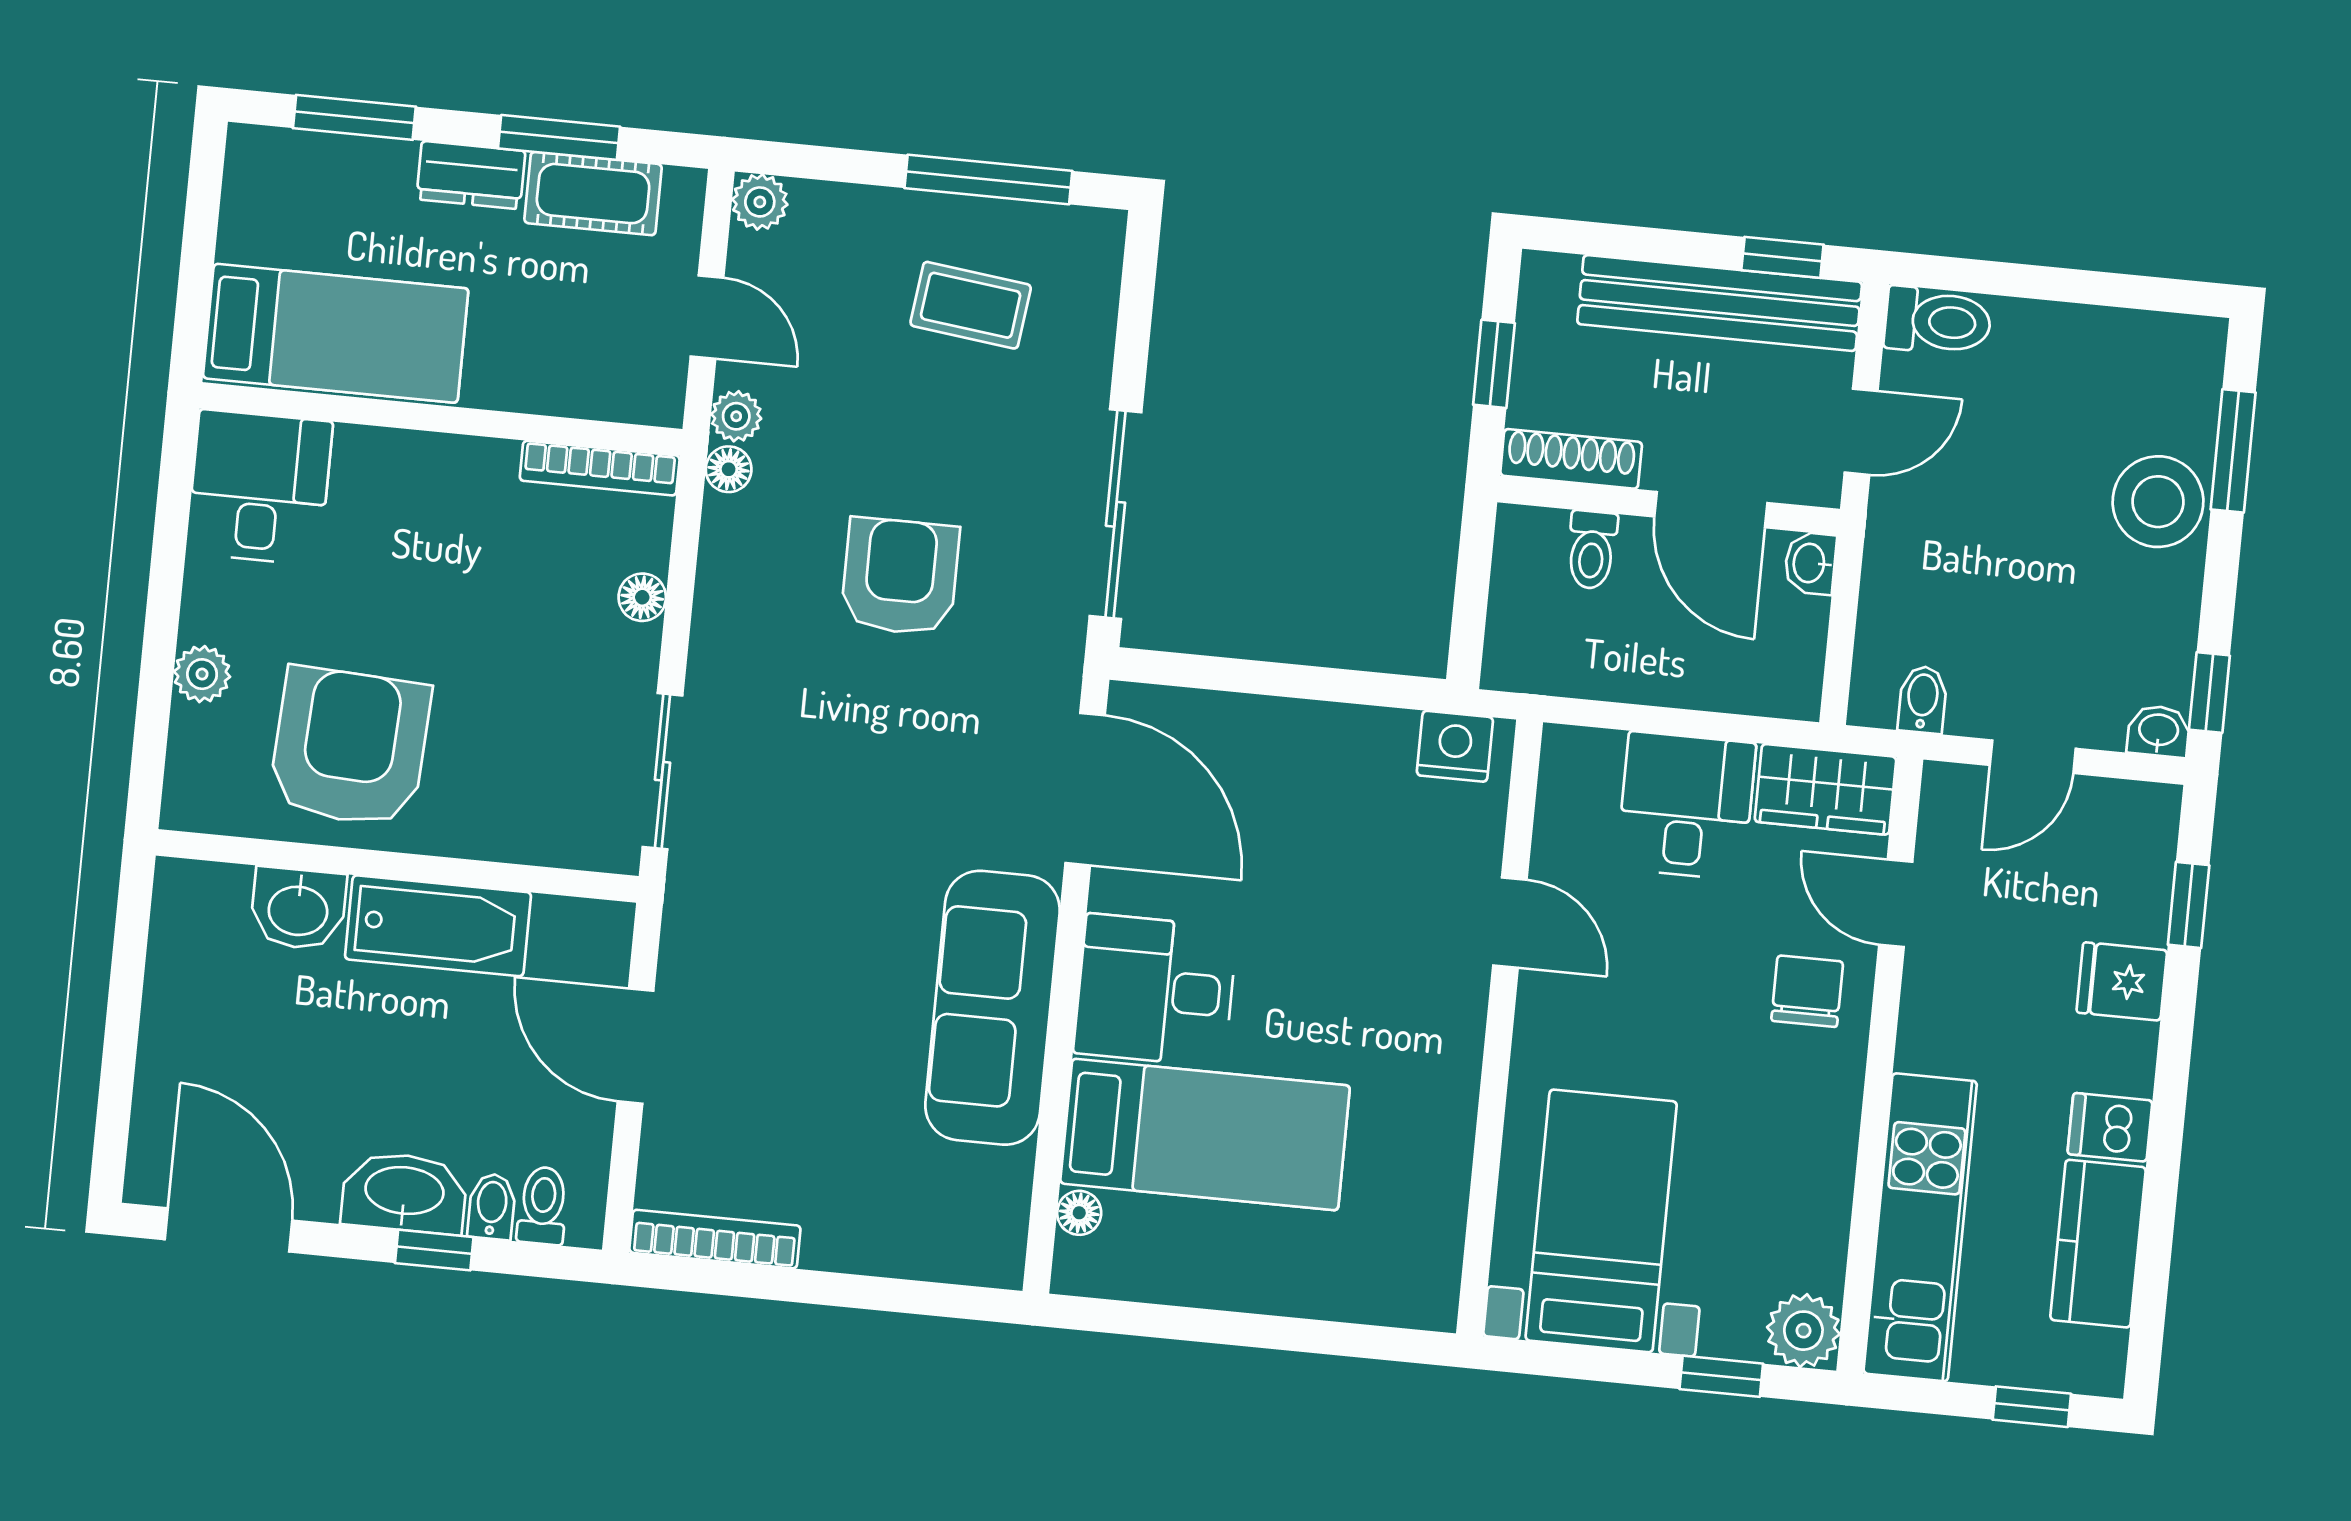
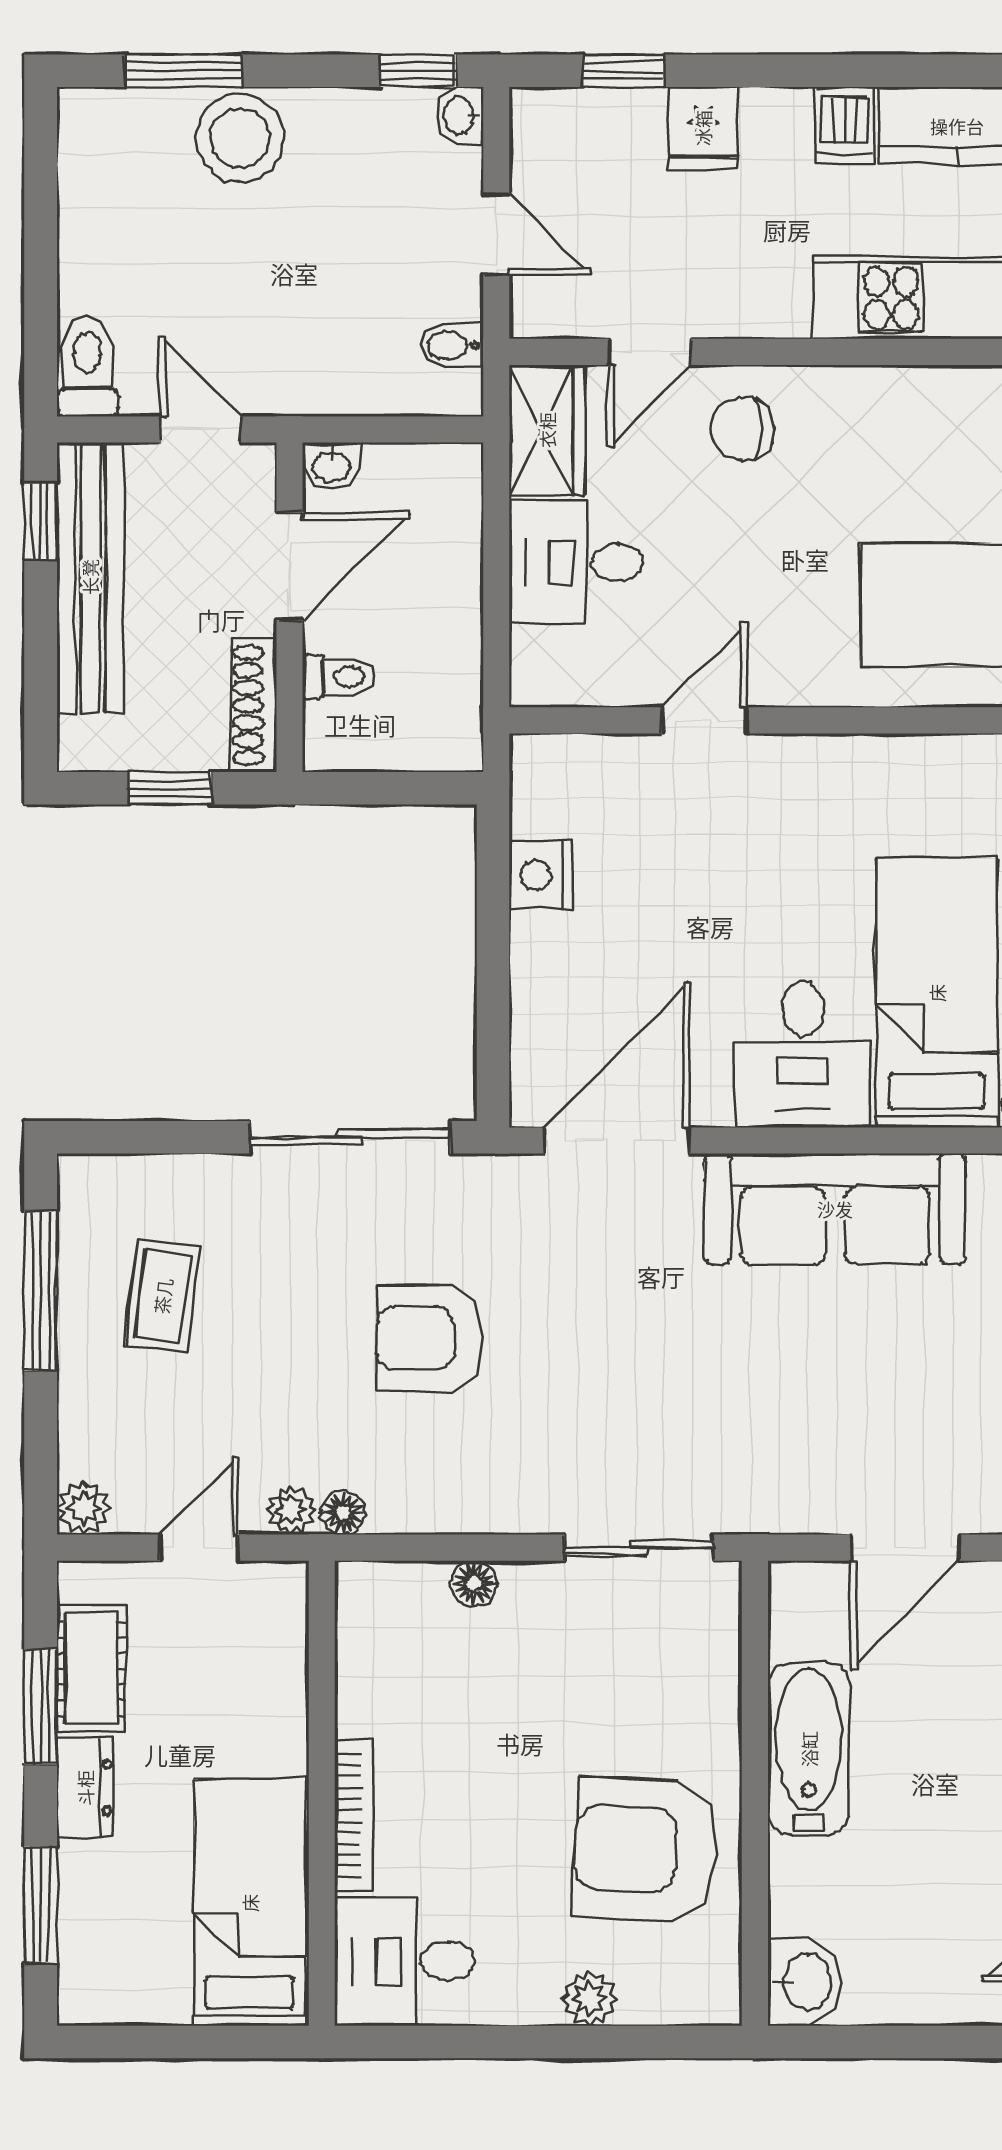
bookcase: (600, 468) -> (354, 1815), moved
nightstand: (1455, 746) -> (541, 875), moved
washbasin: (298, 909) -> (805, 1982), moved

